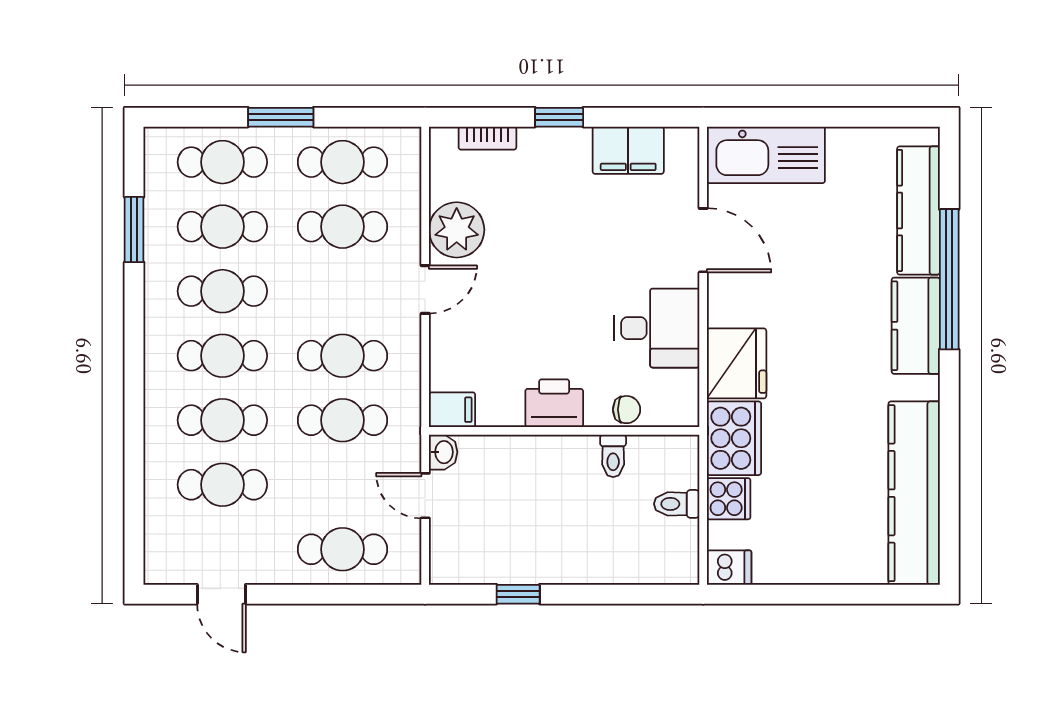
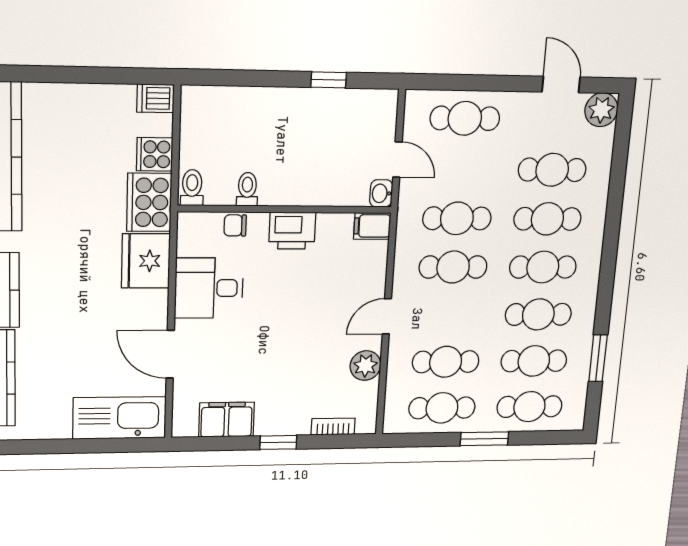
plant: (457, 230) -> (365, 366), width x0.73, depth x0.73
toilet: (677, 504) -> (192, 188), moved, turned -90
plant: (165, 563) -> (601, 110), added

